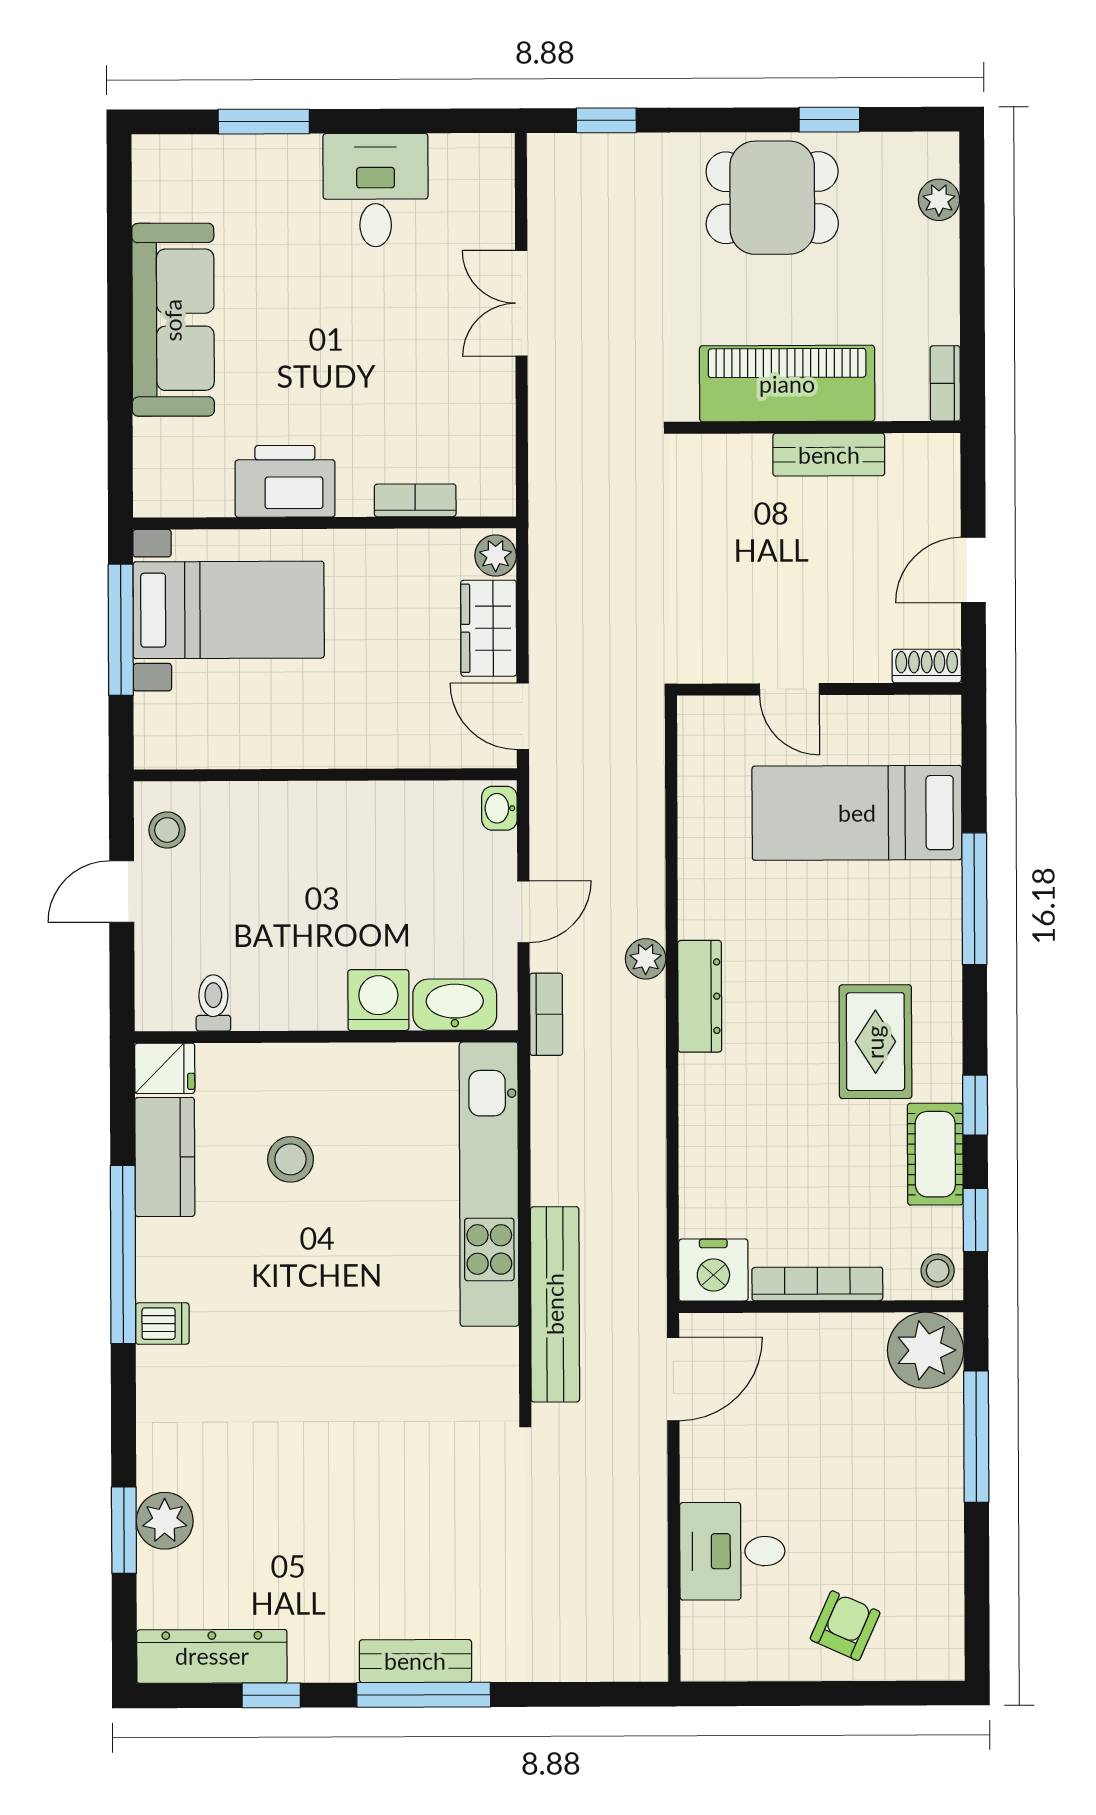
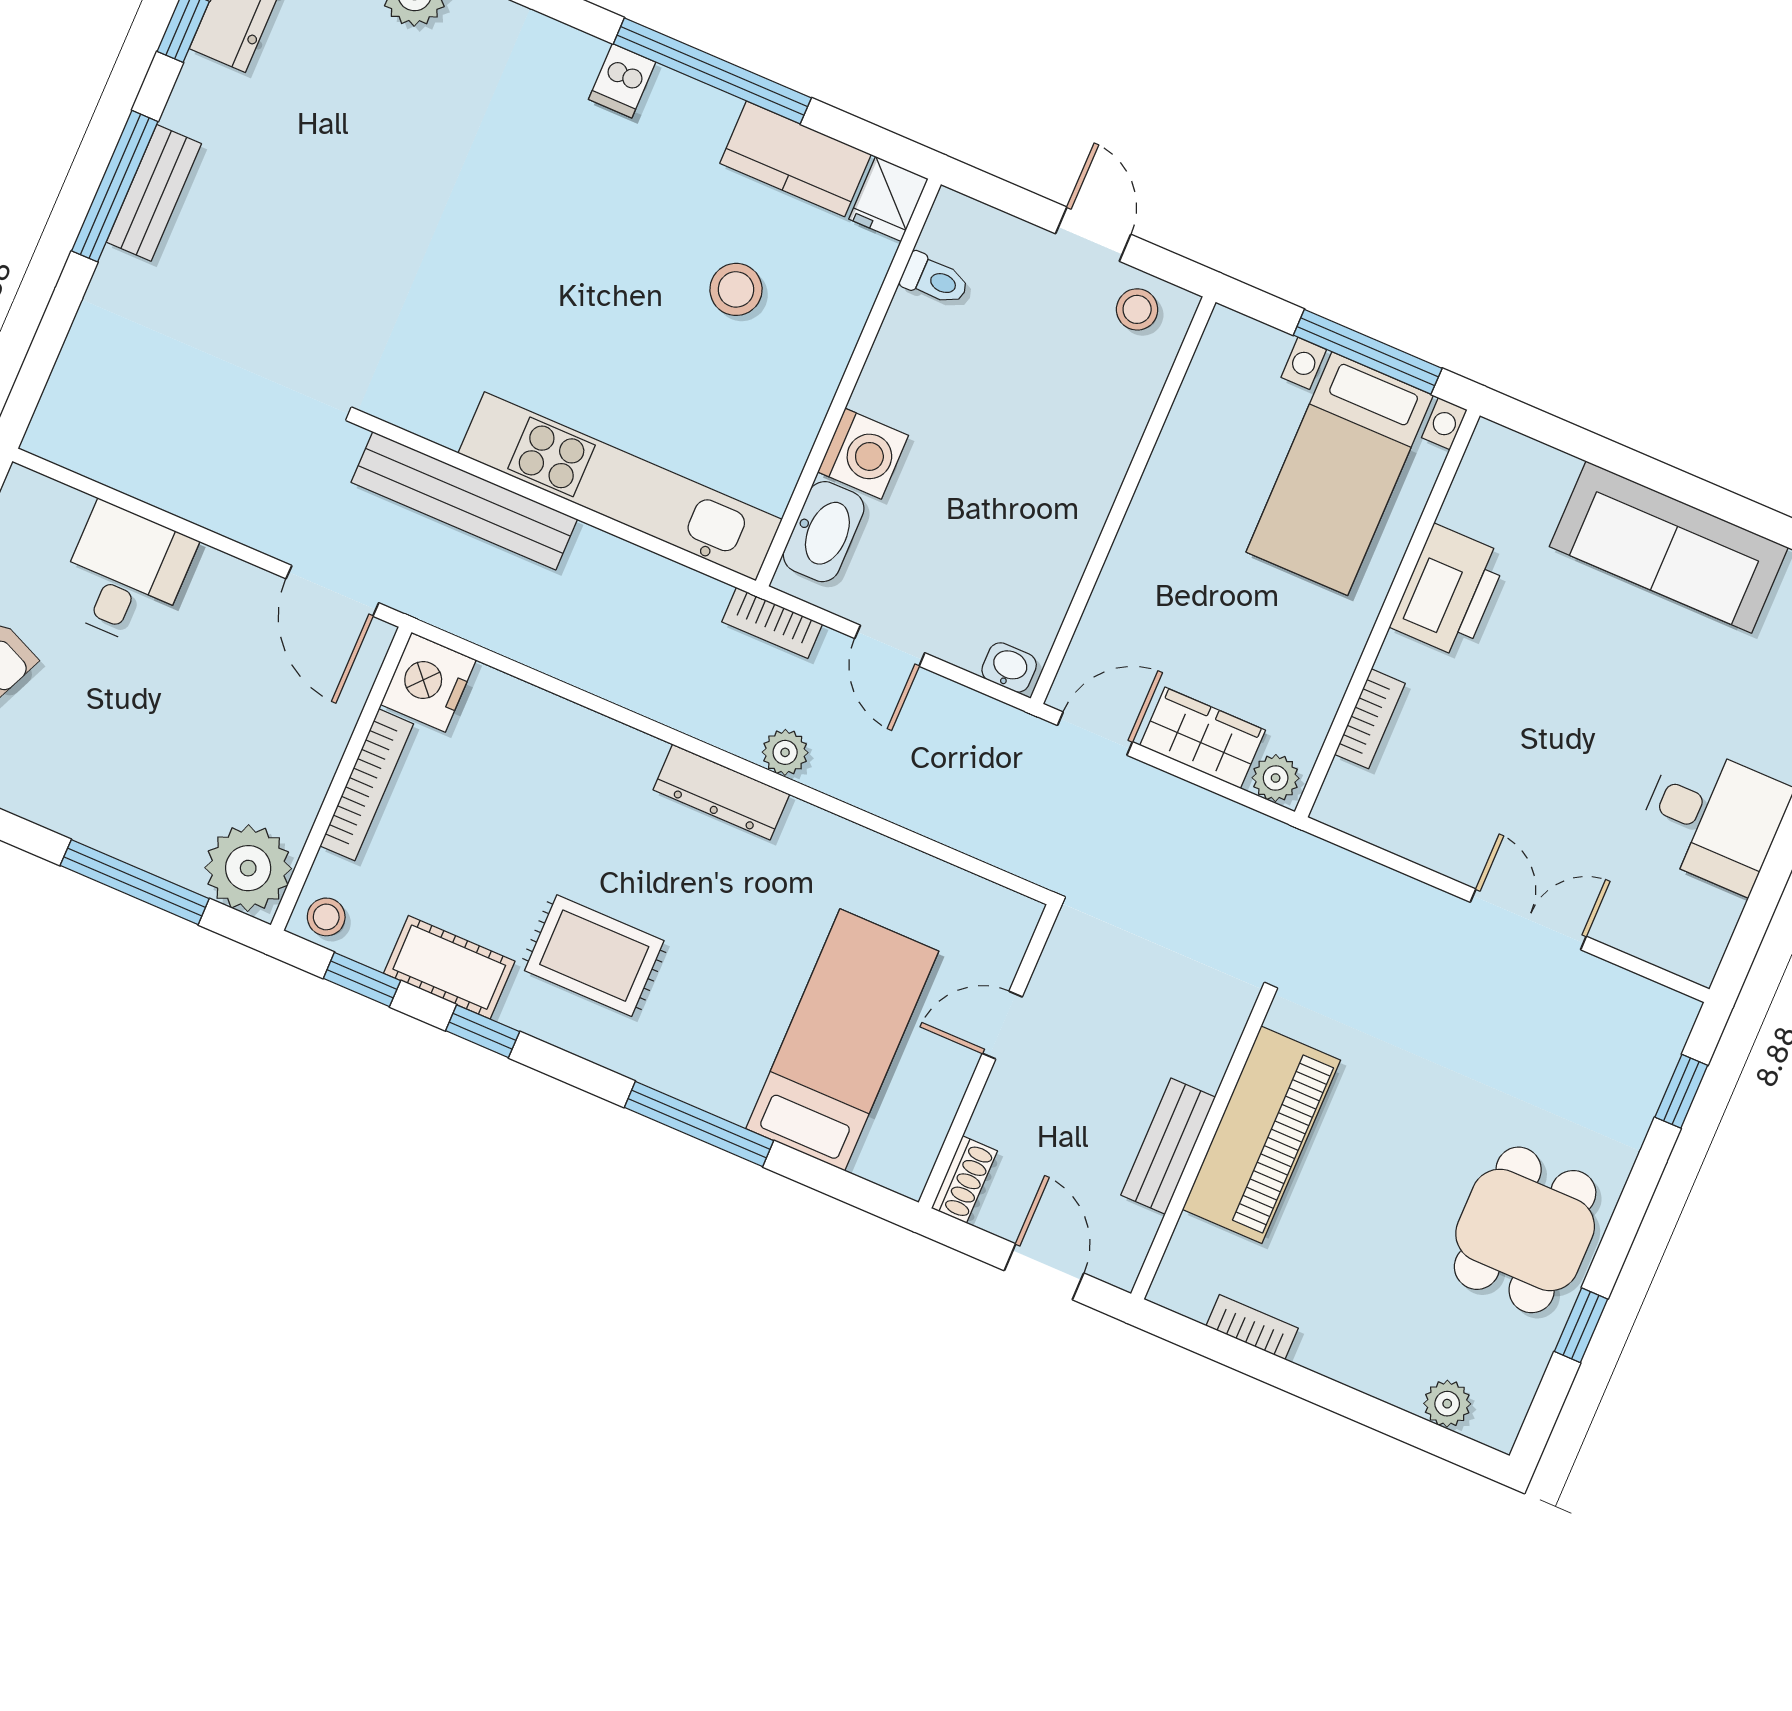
piano: (787, 384) -> (1261, 1135), moved
wall: (818, 427) -> (1201, 1147), moved
bench: (829, 455) -> (1168, 1146), moved

